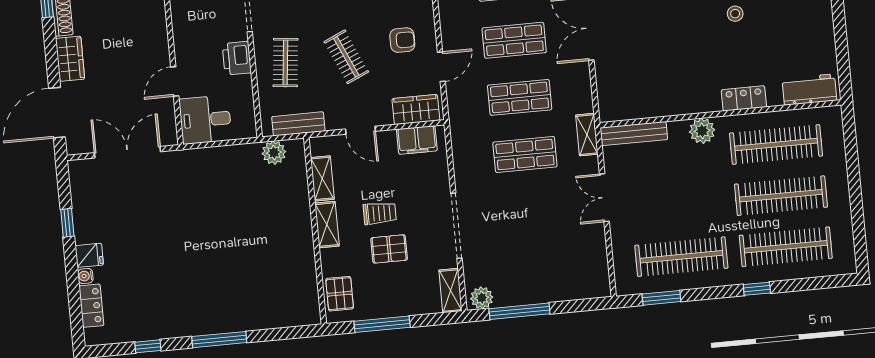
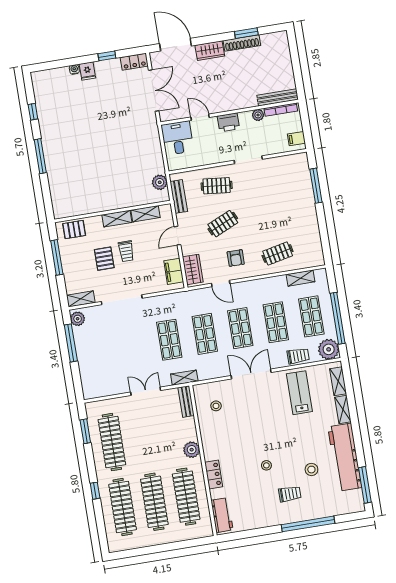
printer: (237, 58) -> (228, 122), moved, turned 180
stool: (635, 87) -> (216, 406), added
bench: (634, 134) -> (186, 402), width x0.73
locker: (91, 306) -> (134, 62), moved

